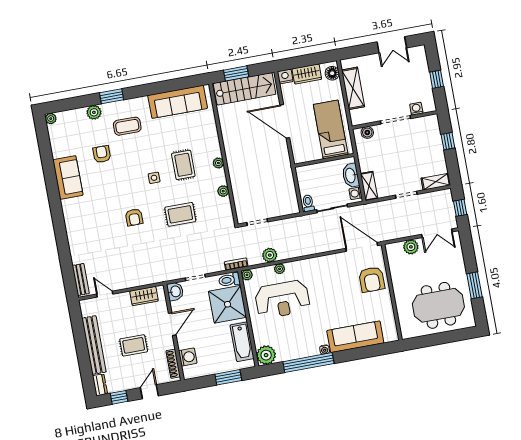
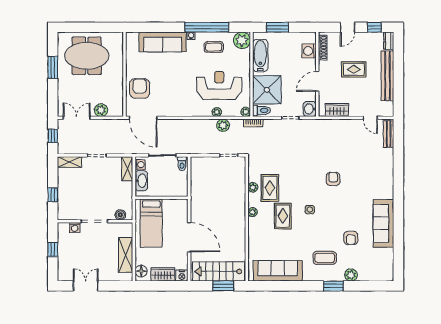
plant: (51, 119) -> (389, 276), removed
sofa: (68, 177) -> (384, 223), width x1.36
rug: (180, 214) -> (270, 188), moved, turned 90
coffee table: (297, 342) -> (214, 47), added

